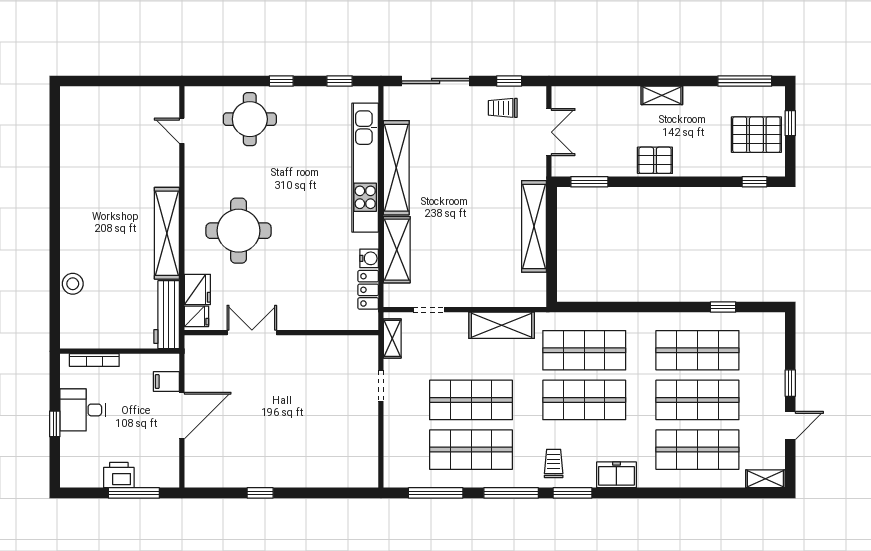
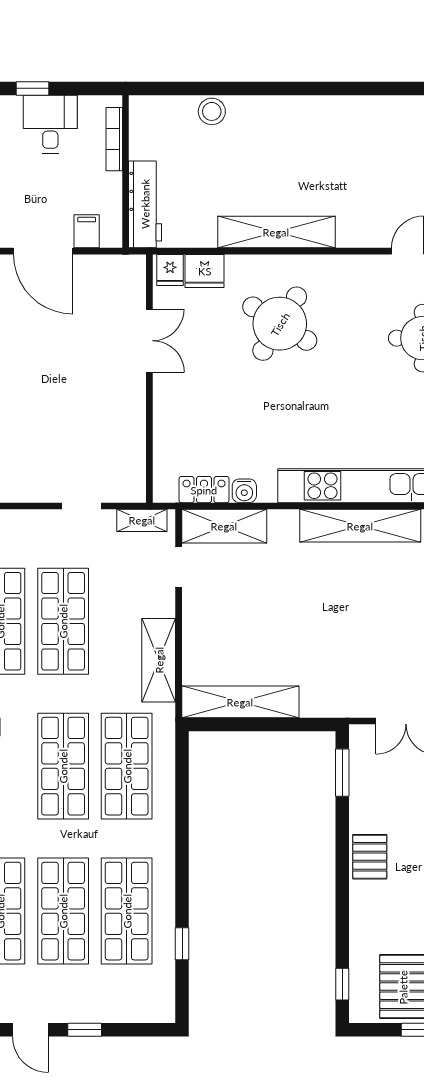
shelving: (534, 226) -> (240, 702), moved
round table: (239, 231) -> (280, 324), turned 32
shelving: (397, 250) -> (224, 526), moved
workbench: (167, 315) -> (145, 204), moved, turned 90

